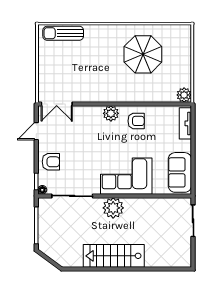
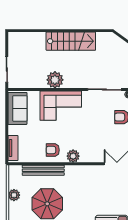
plant: (184, 95) -> (14, 195), moved
bench: (148, 96) -> (43, 170), added
plant: (113, 208) -> (55, 80), moved

